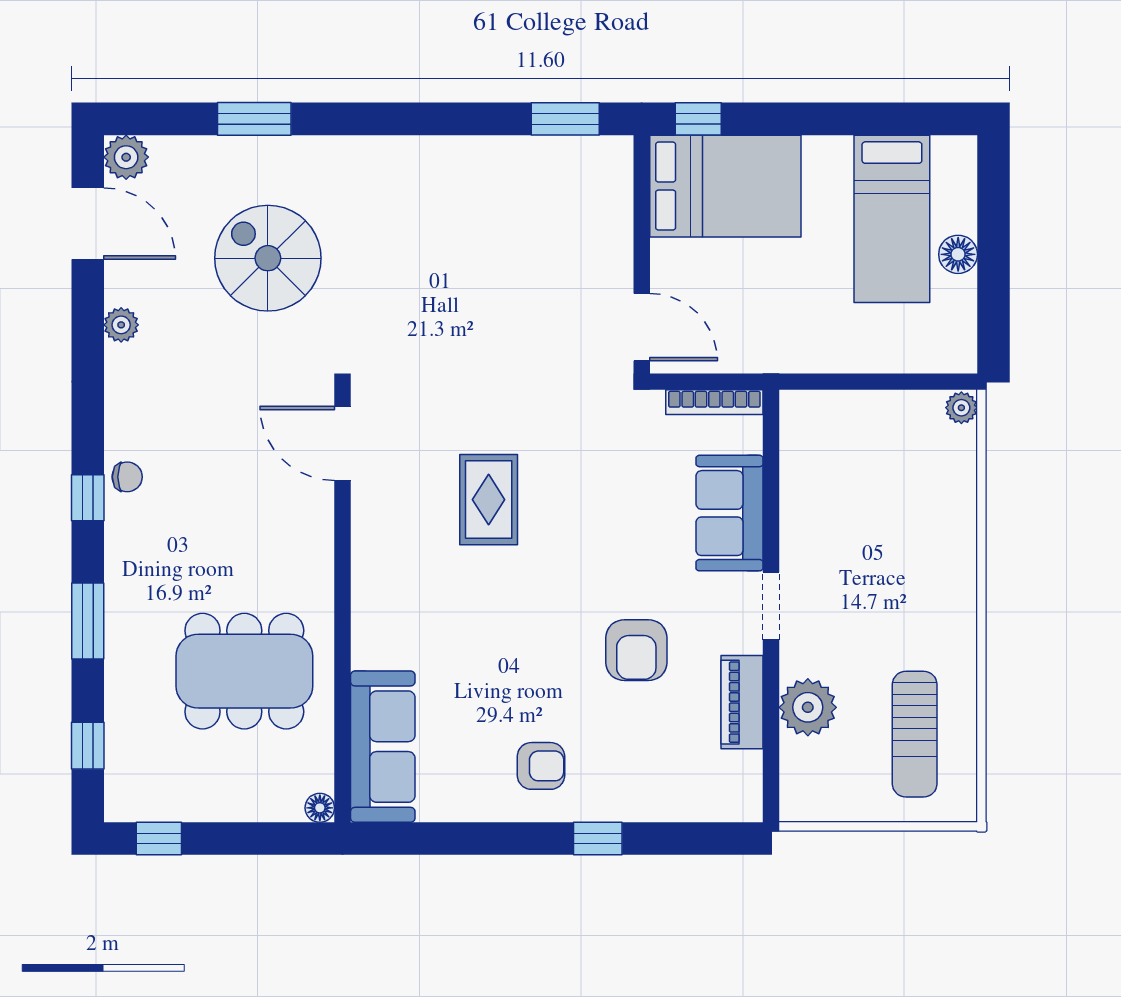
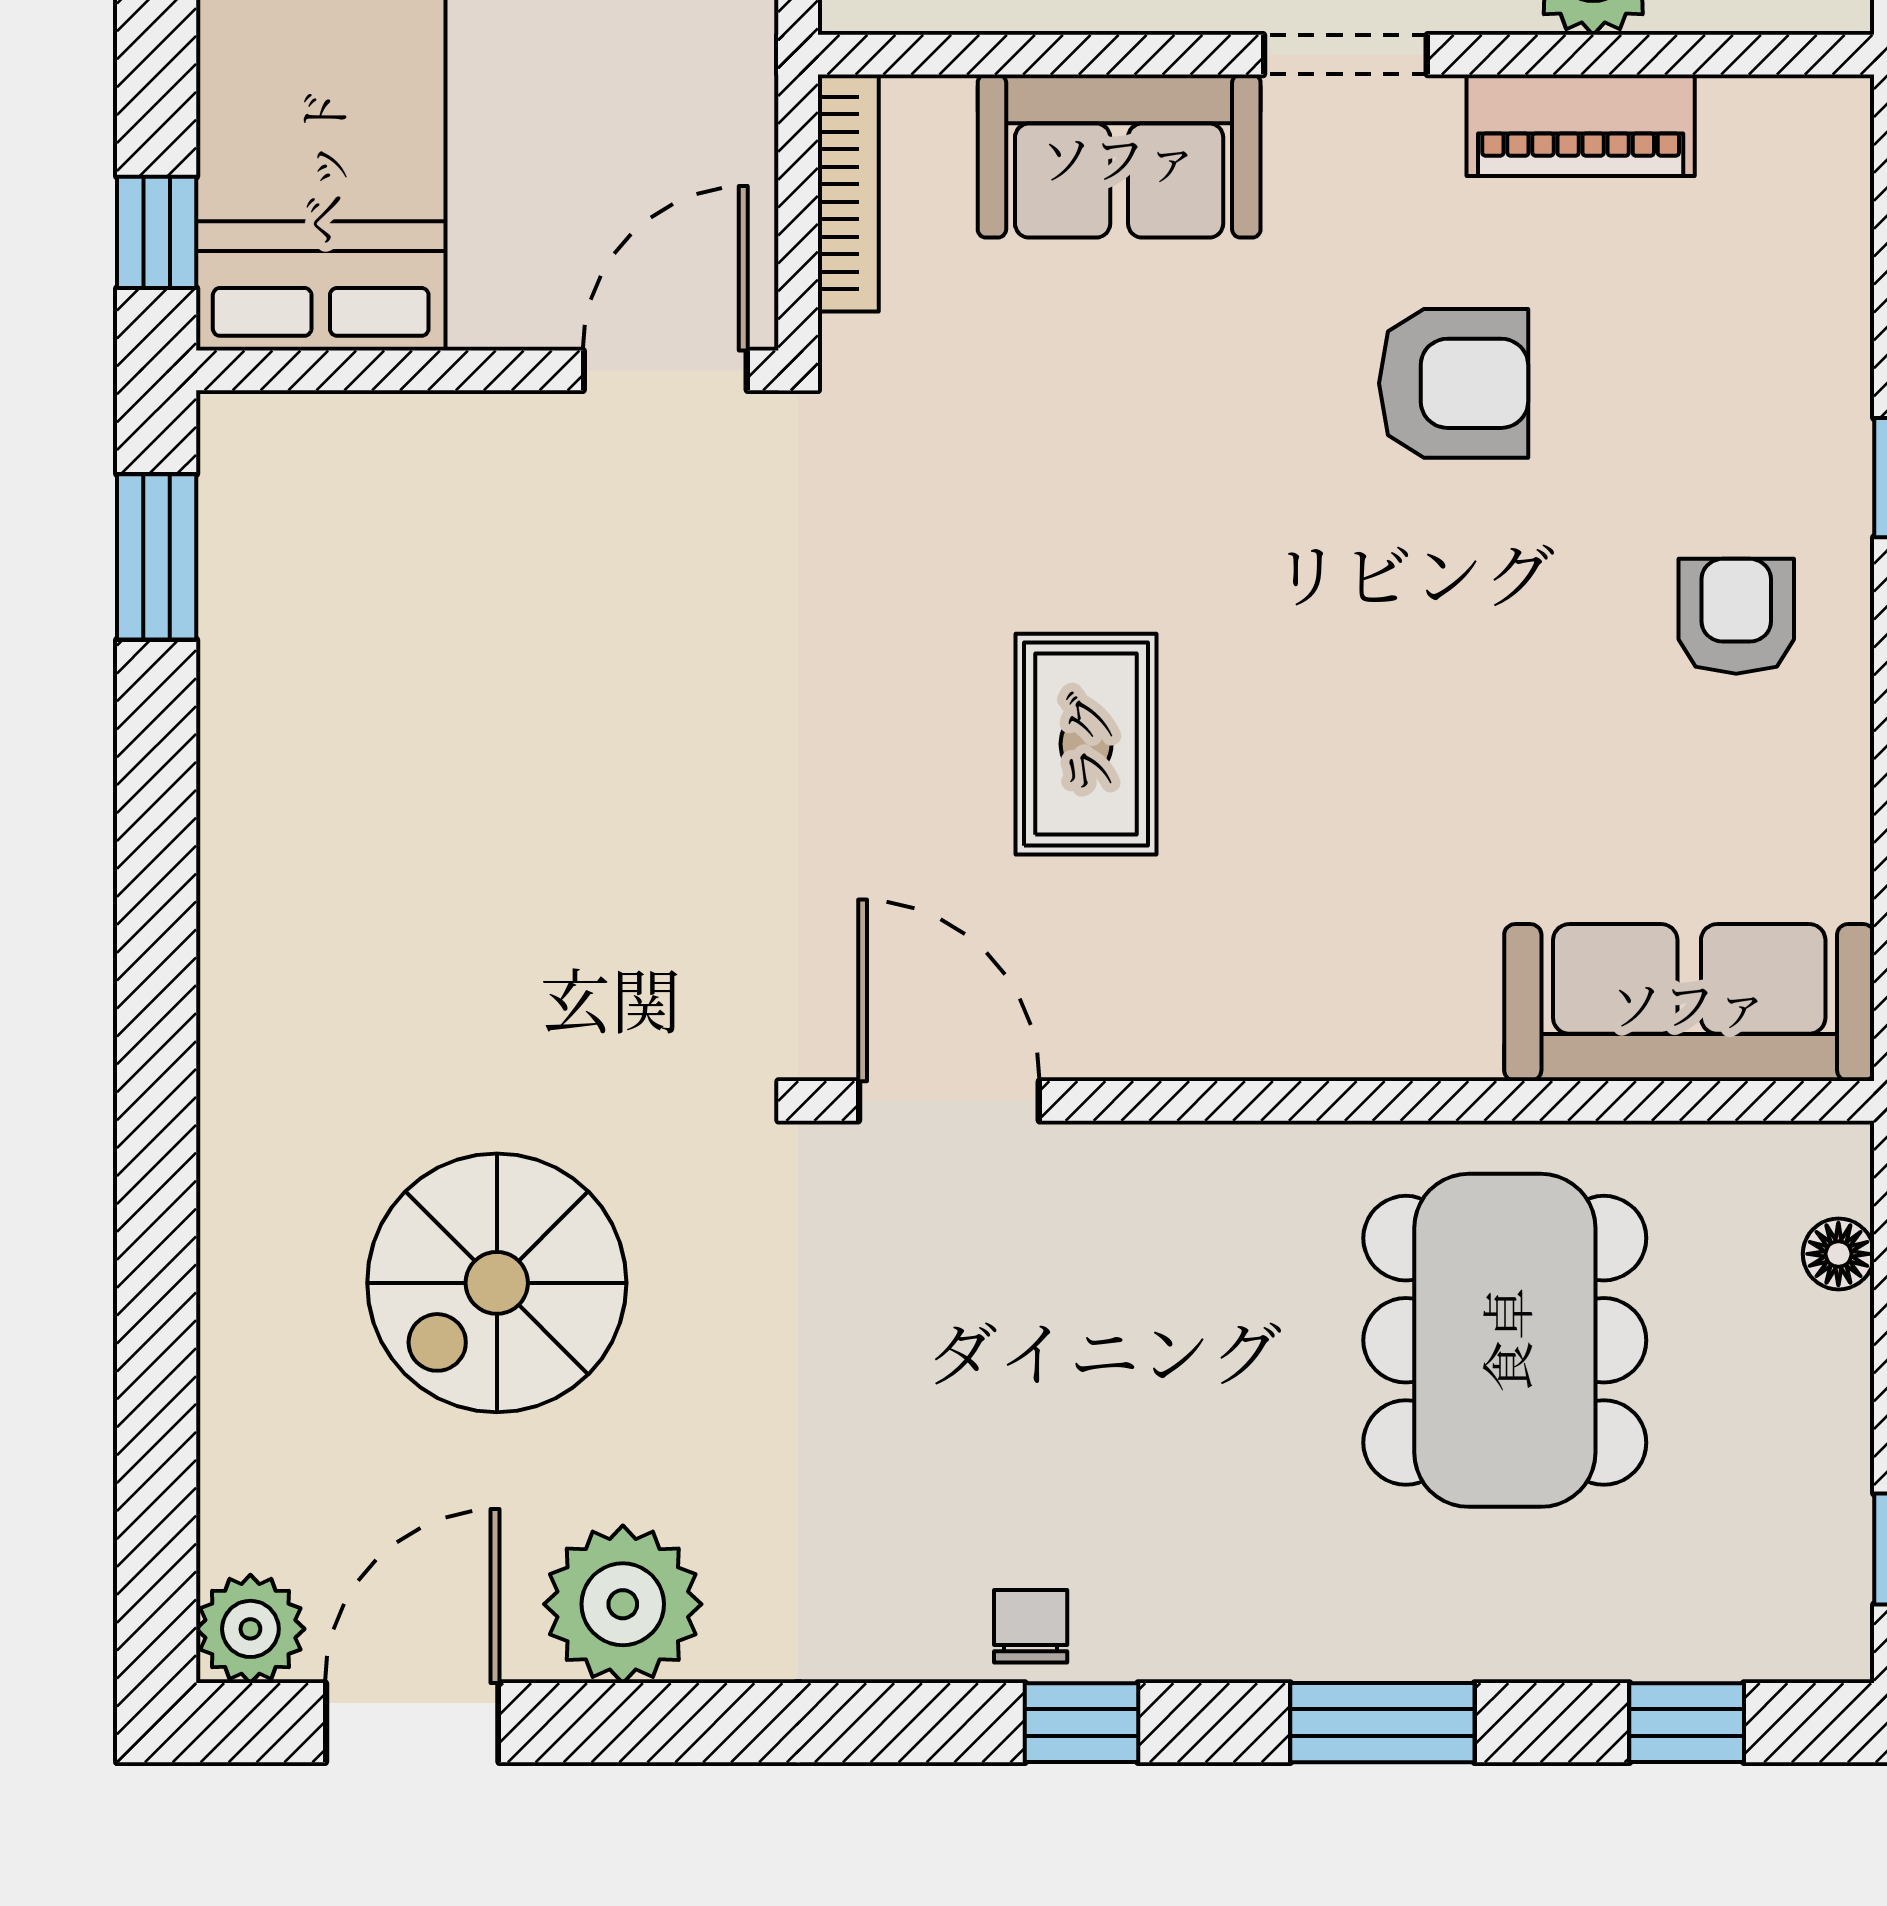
window: (254, 119) -> (157, 1316), removed
plant: (121, 325) -> (623, 1604), width x1.88, depth x1.88
door: (342, 443) -> (949, 1101), swing flipped
rug: (489, 500) -> (1086, 744), turned 90
floor lamp: (320, 808) -> (1838, 1254), moved

